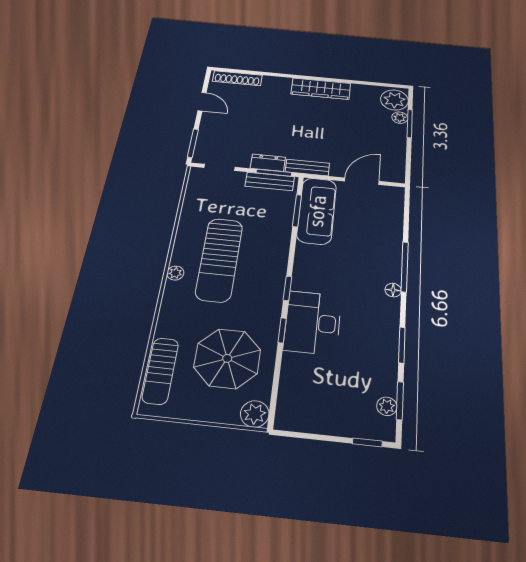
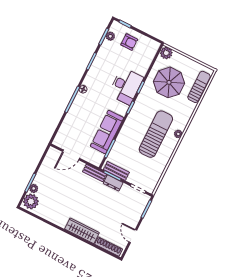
wardrobe: (321, 89) -> (82, 231), moved
sofa: (317, 211) -> (107, 132), moved
armchair: (342, 408) -> (129, 42), added

